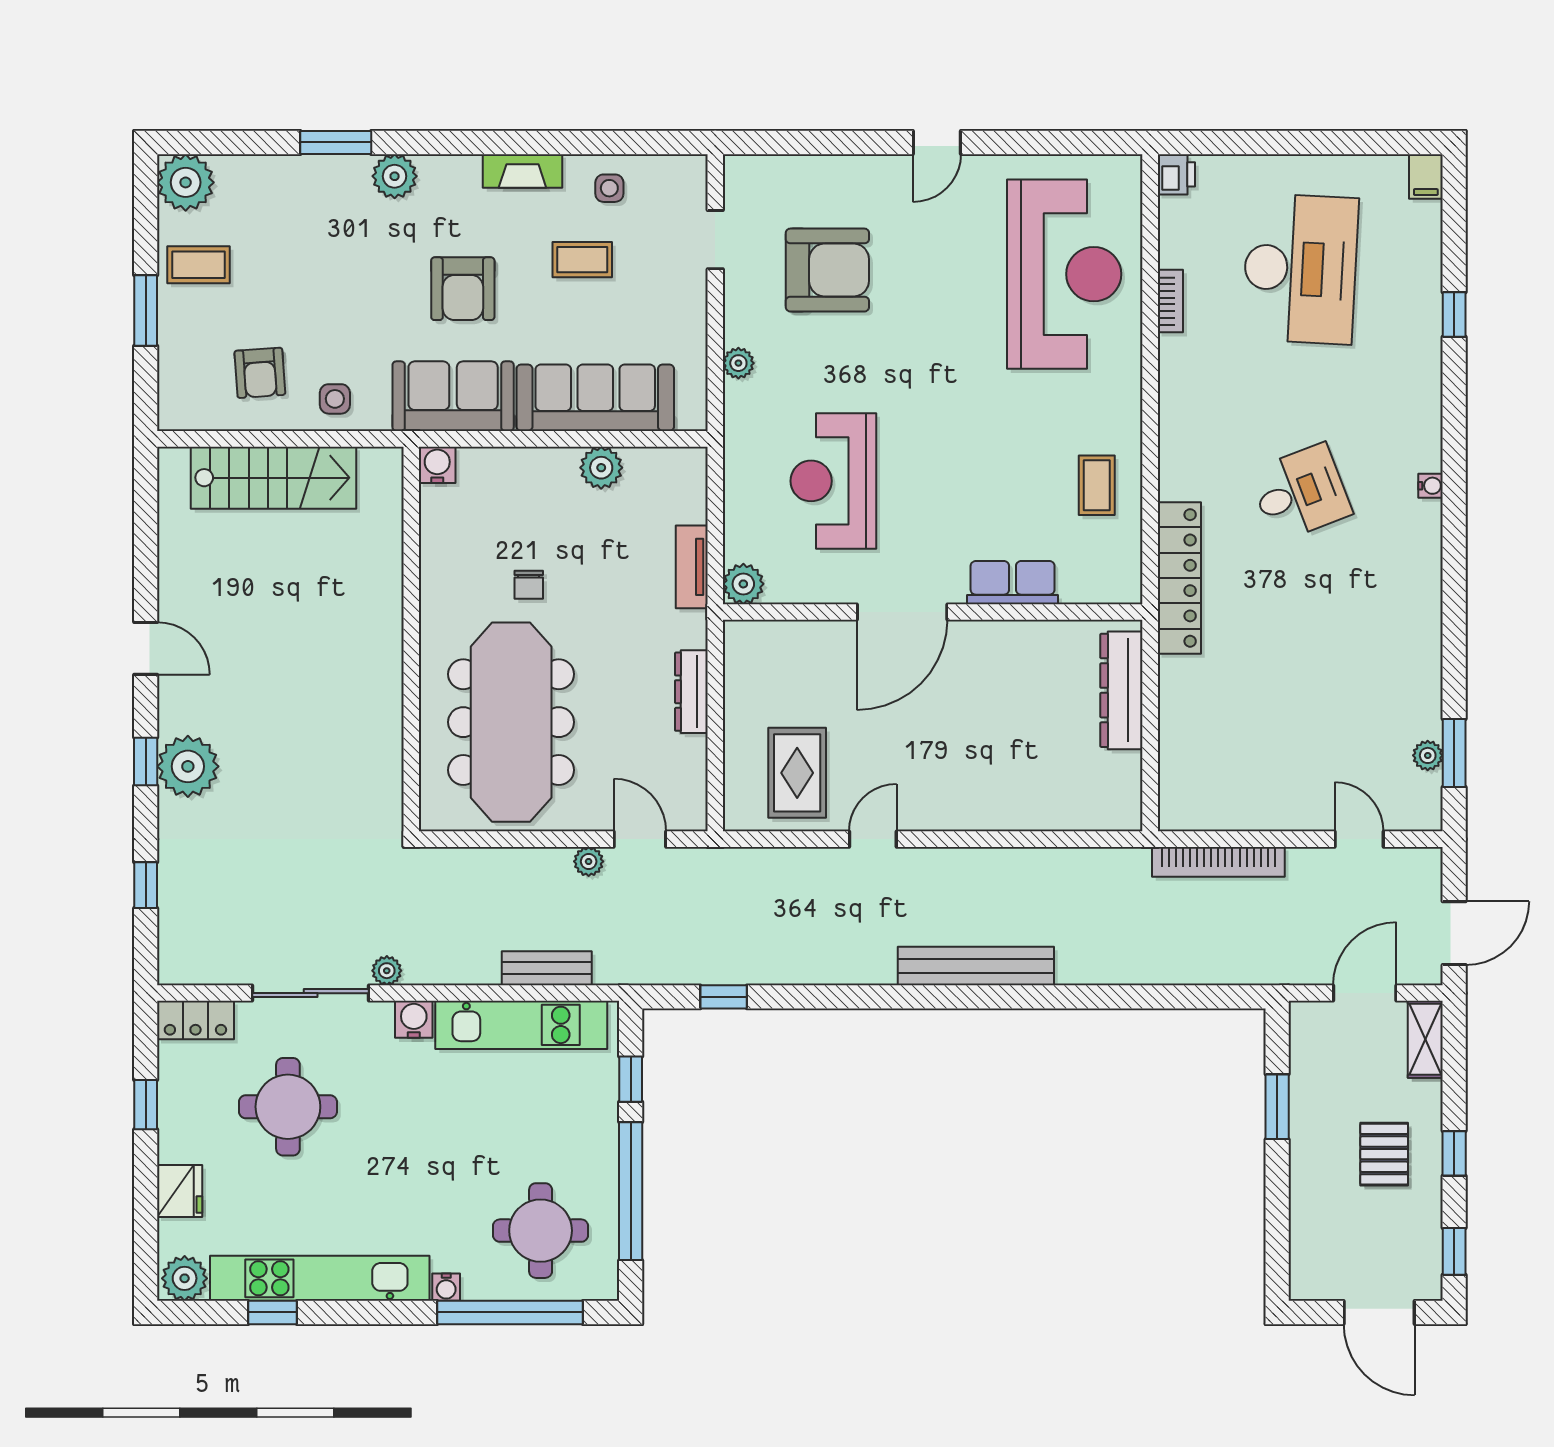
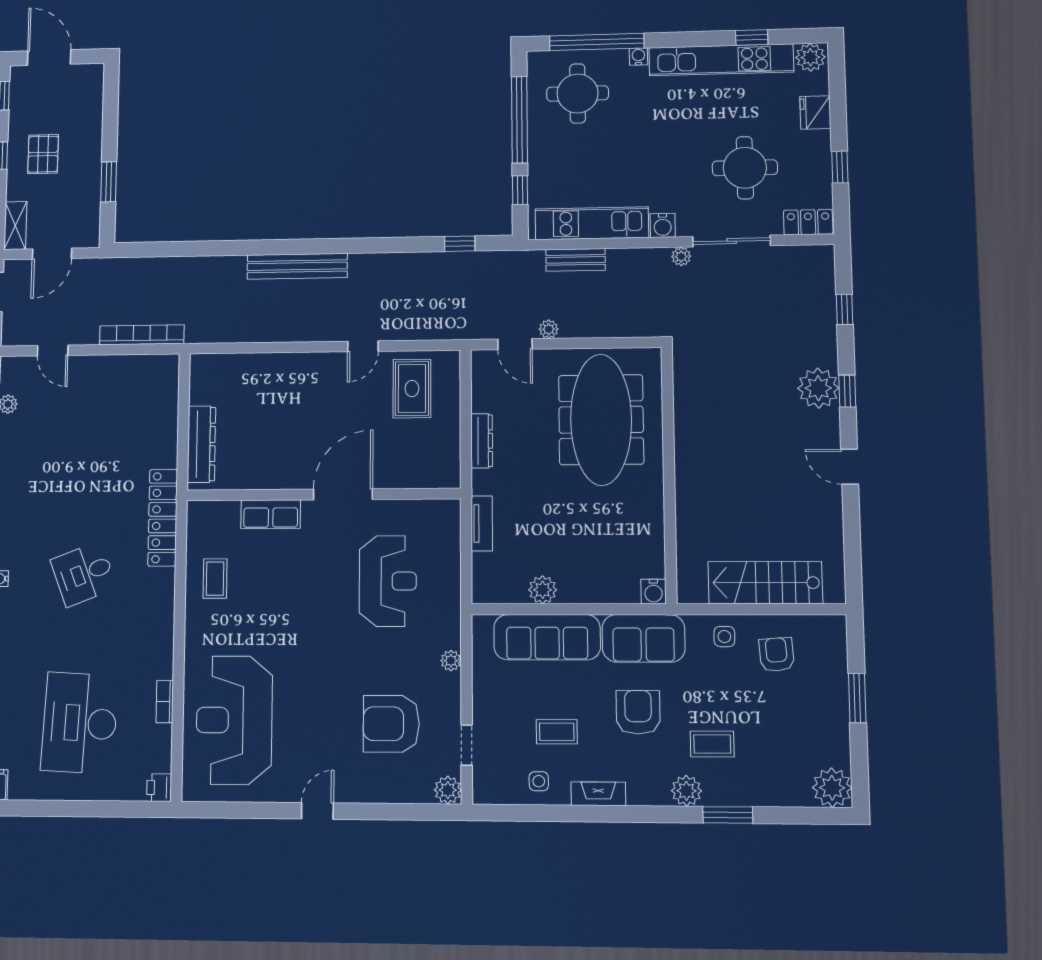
coffee table: (198, 265) -> (712, 744), moved
plant: (743, 584) -> (448, 790), moved
chair: (529, 585) -> (590, 511), removed

